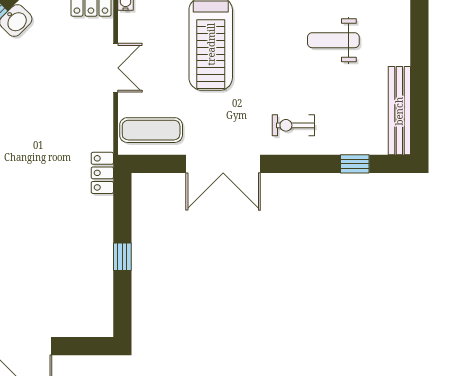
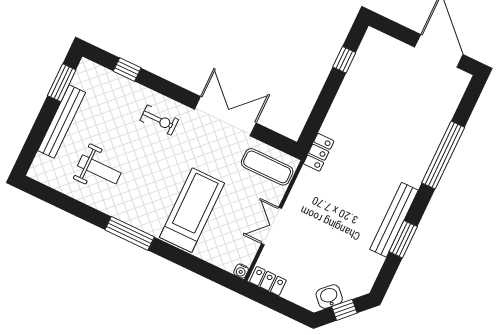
bench: (399, 111) -> (62, 122), moved
window: (419, 115) -> (62, 83), added
window: (122, 257) -> (344, 60), moved

